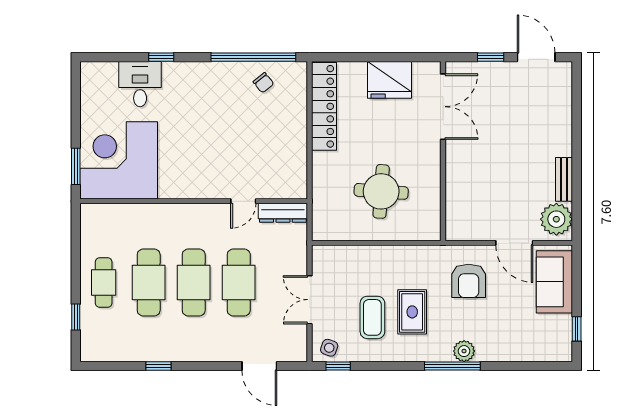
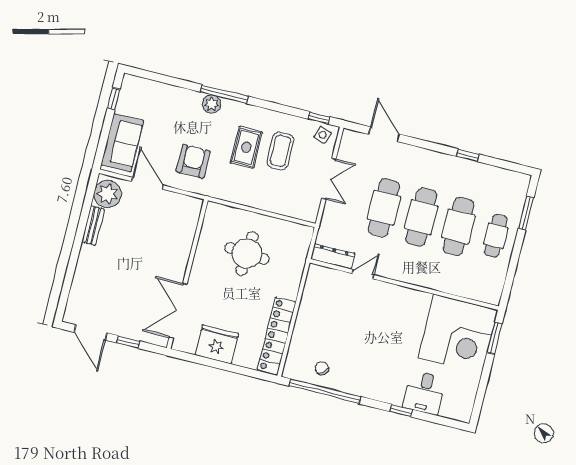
window: (76, 317) -> (526, 213), width x1.50

